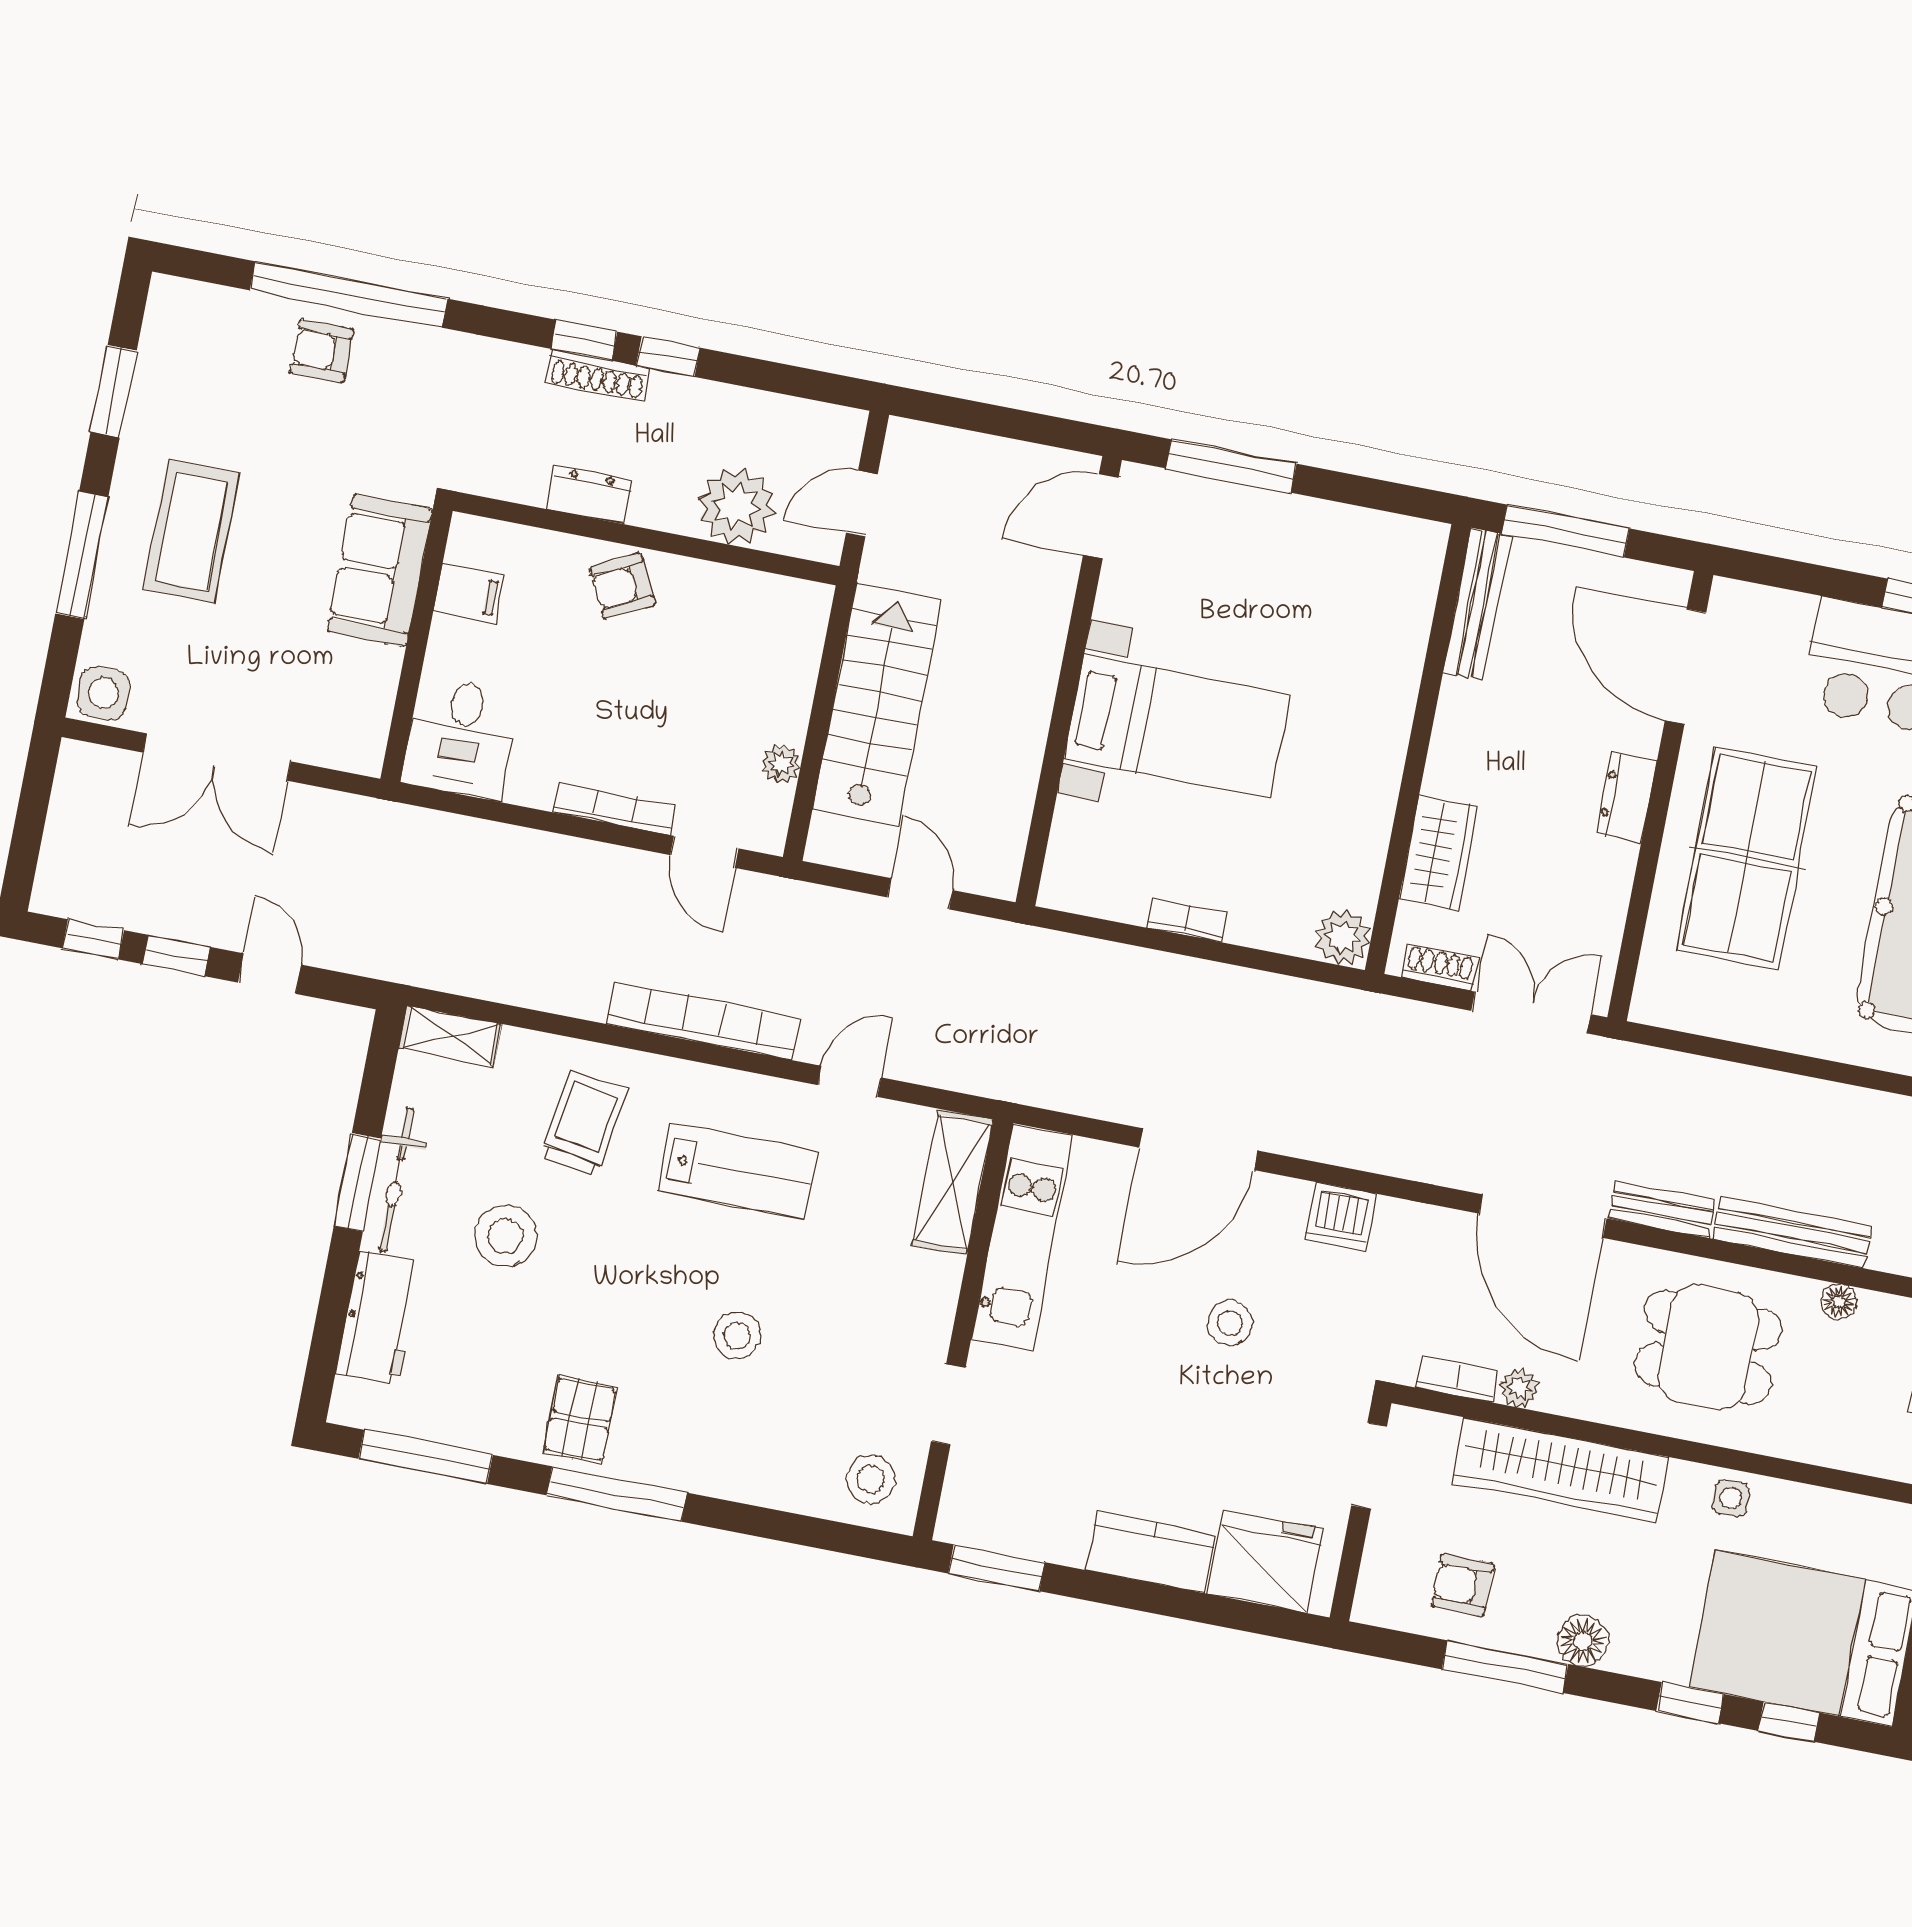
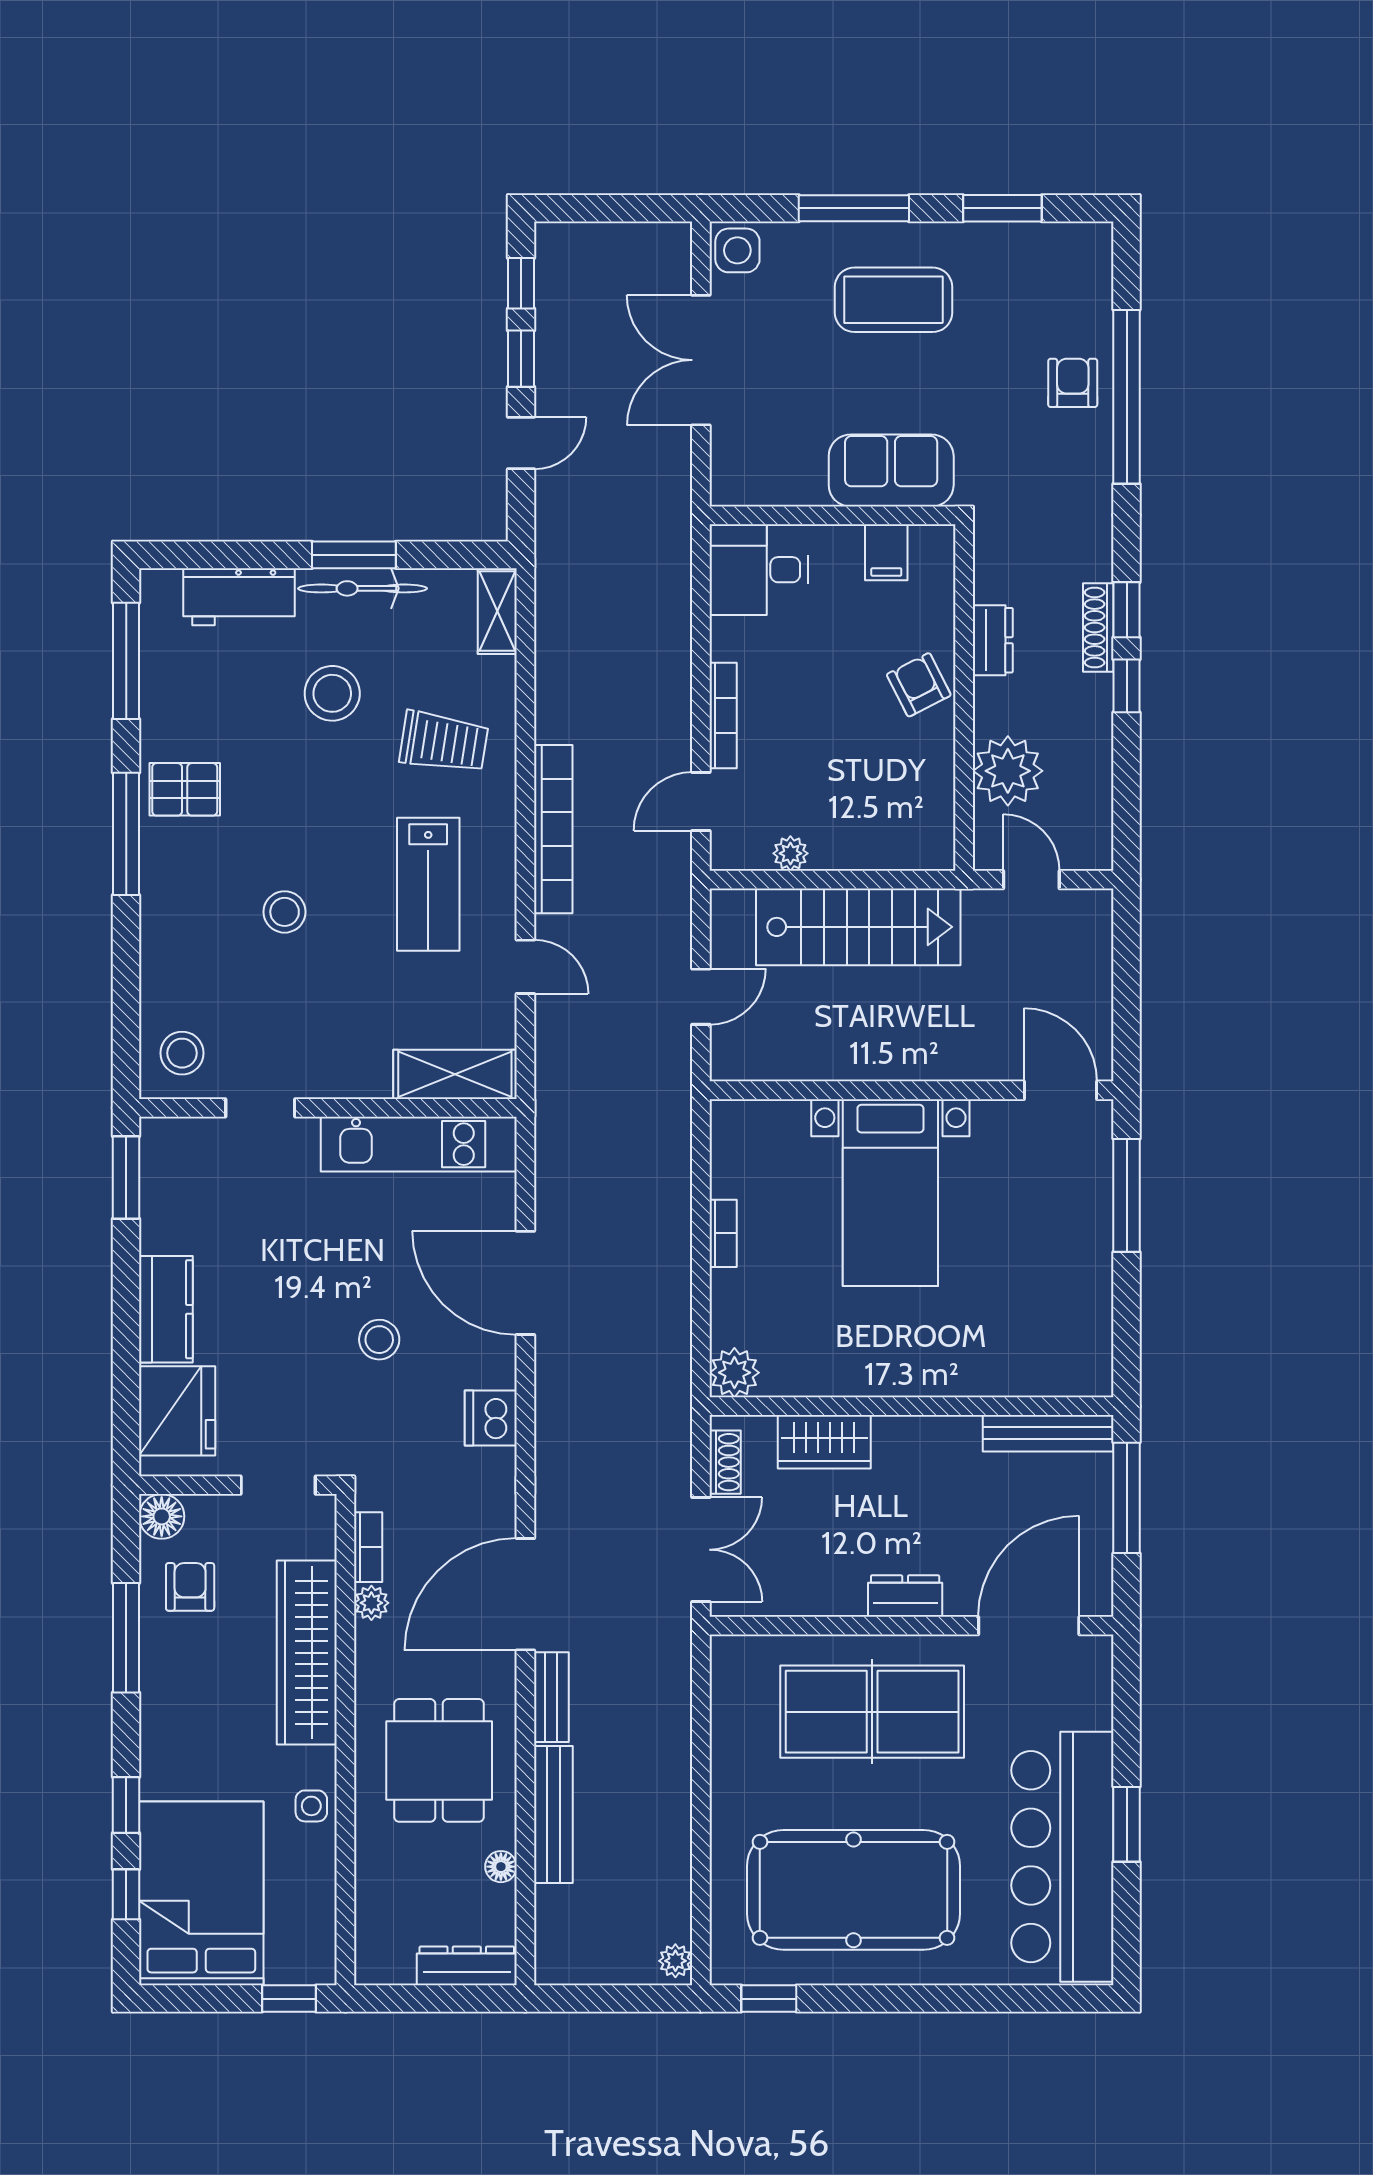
floor lamp: (1583, 1641) -> (162, 1516), moved

